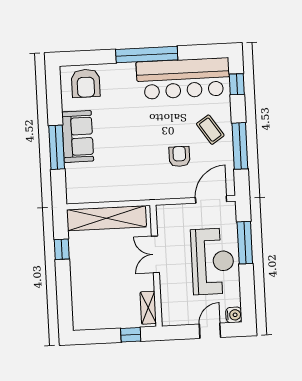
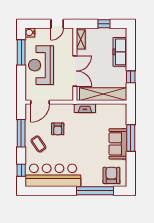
window: (147, 55) -> (95, 191), moved
fireplace: (136, 193) -> (85, 108), added
window: (245, 243) -> (21, 52), moved
double door: (155, 254) -> (75, 71), width x1.37
freezer: (82, 290) -> (120, 52), added
door: (210, 331) -> (57, 24), moved
window: (131, 335) -> (104, 24), moved

